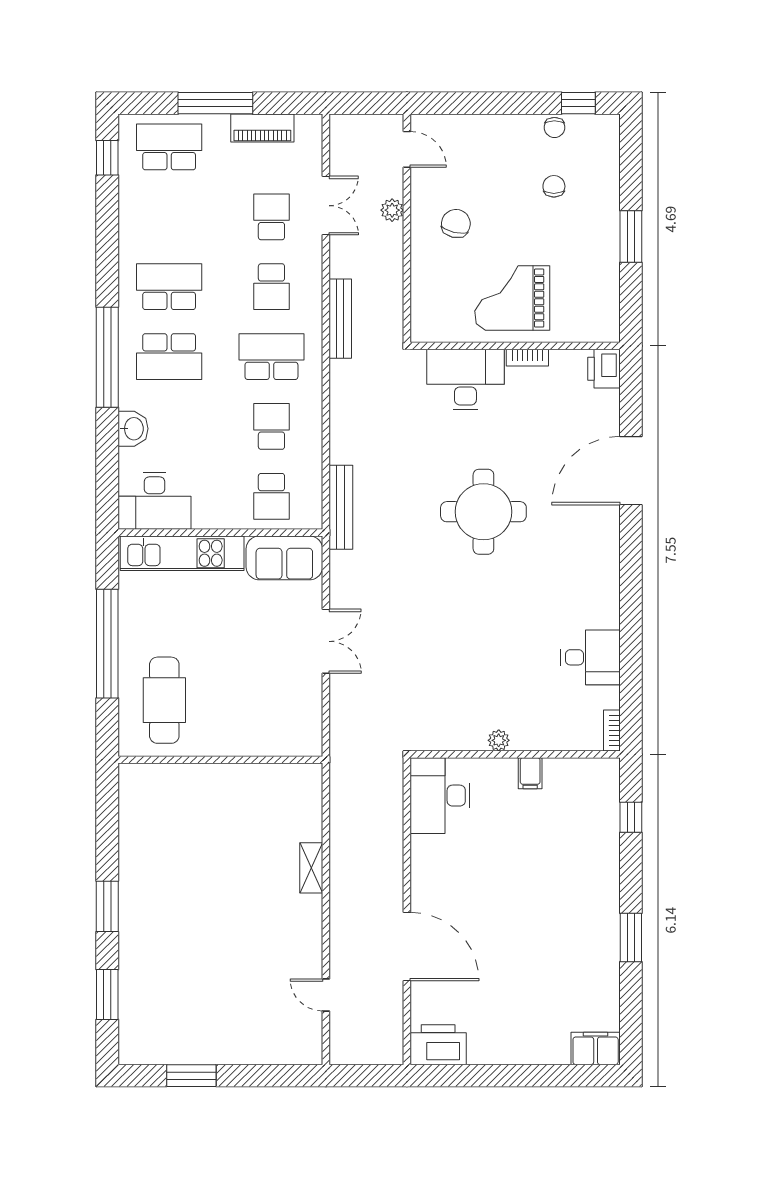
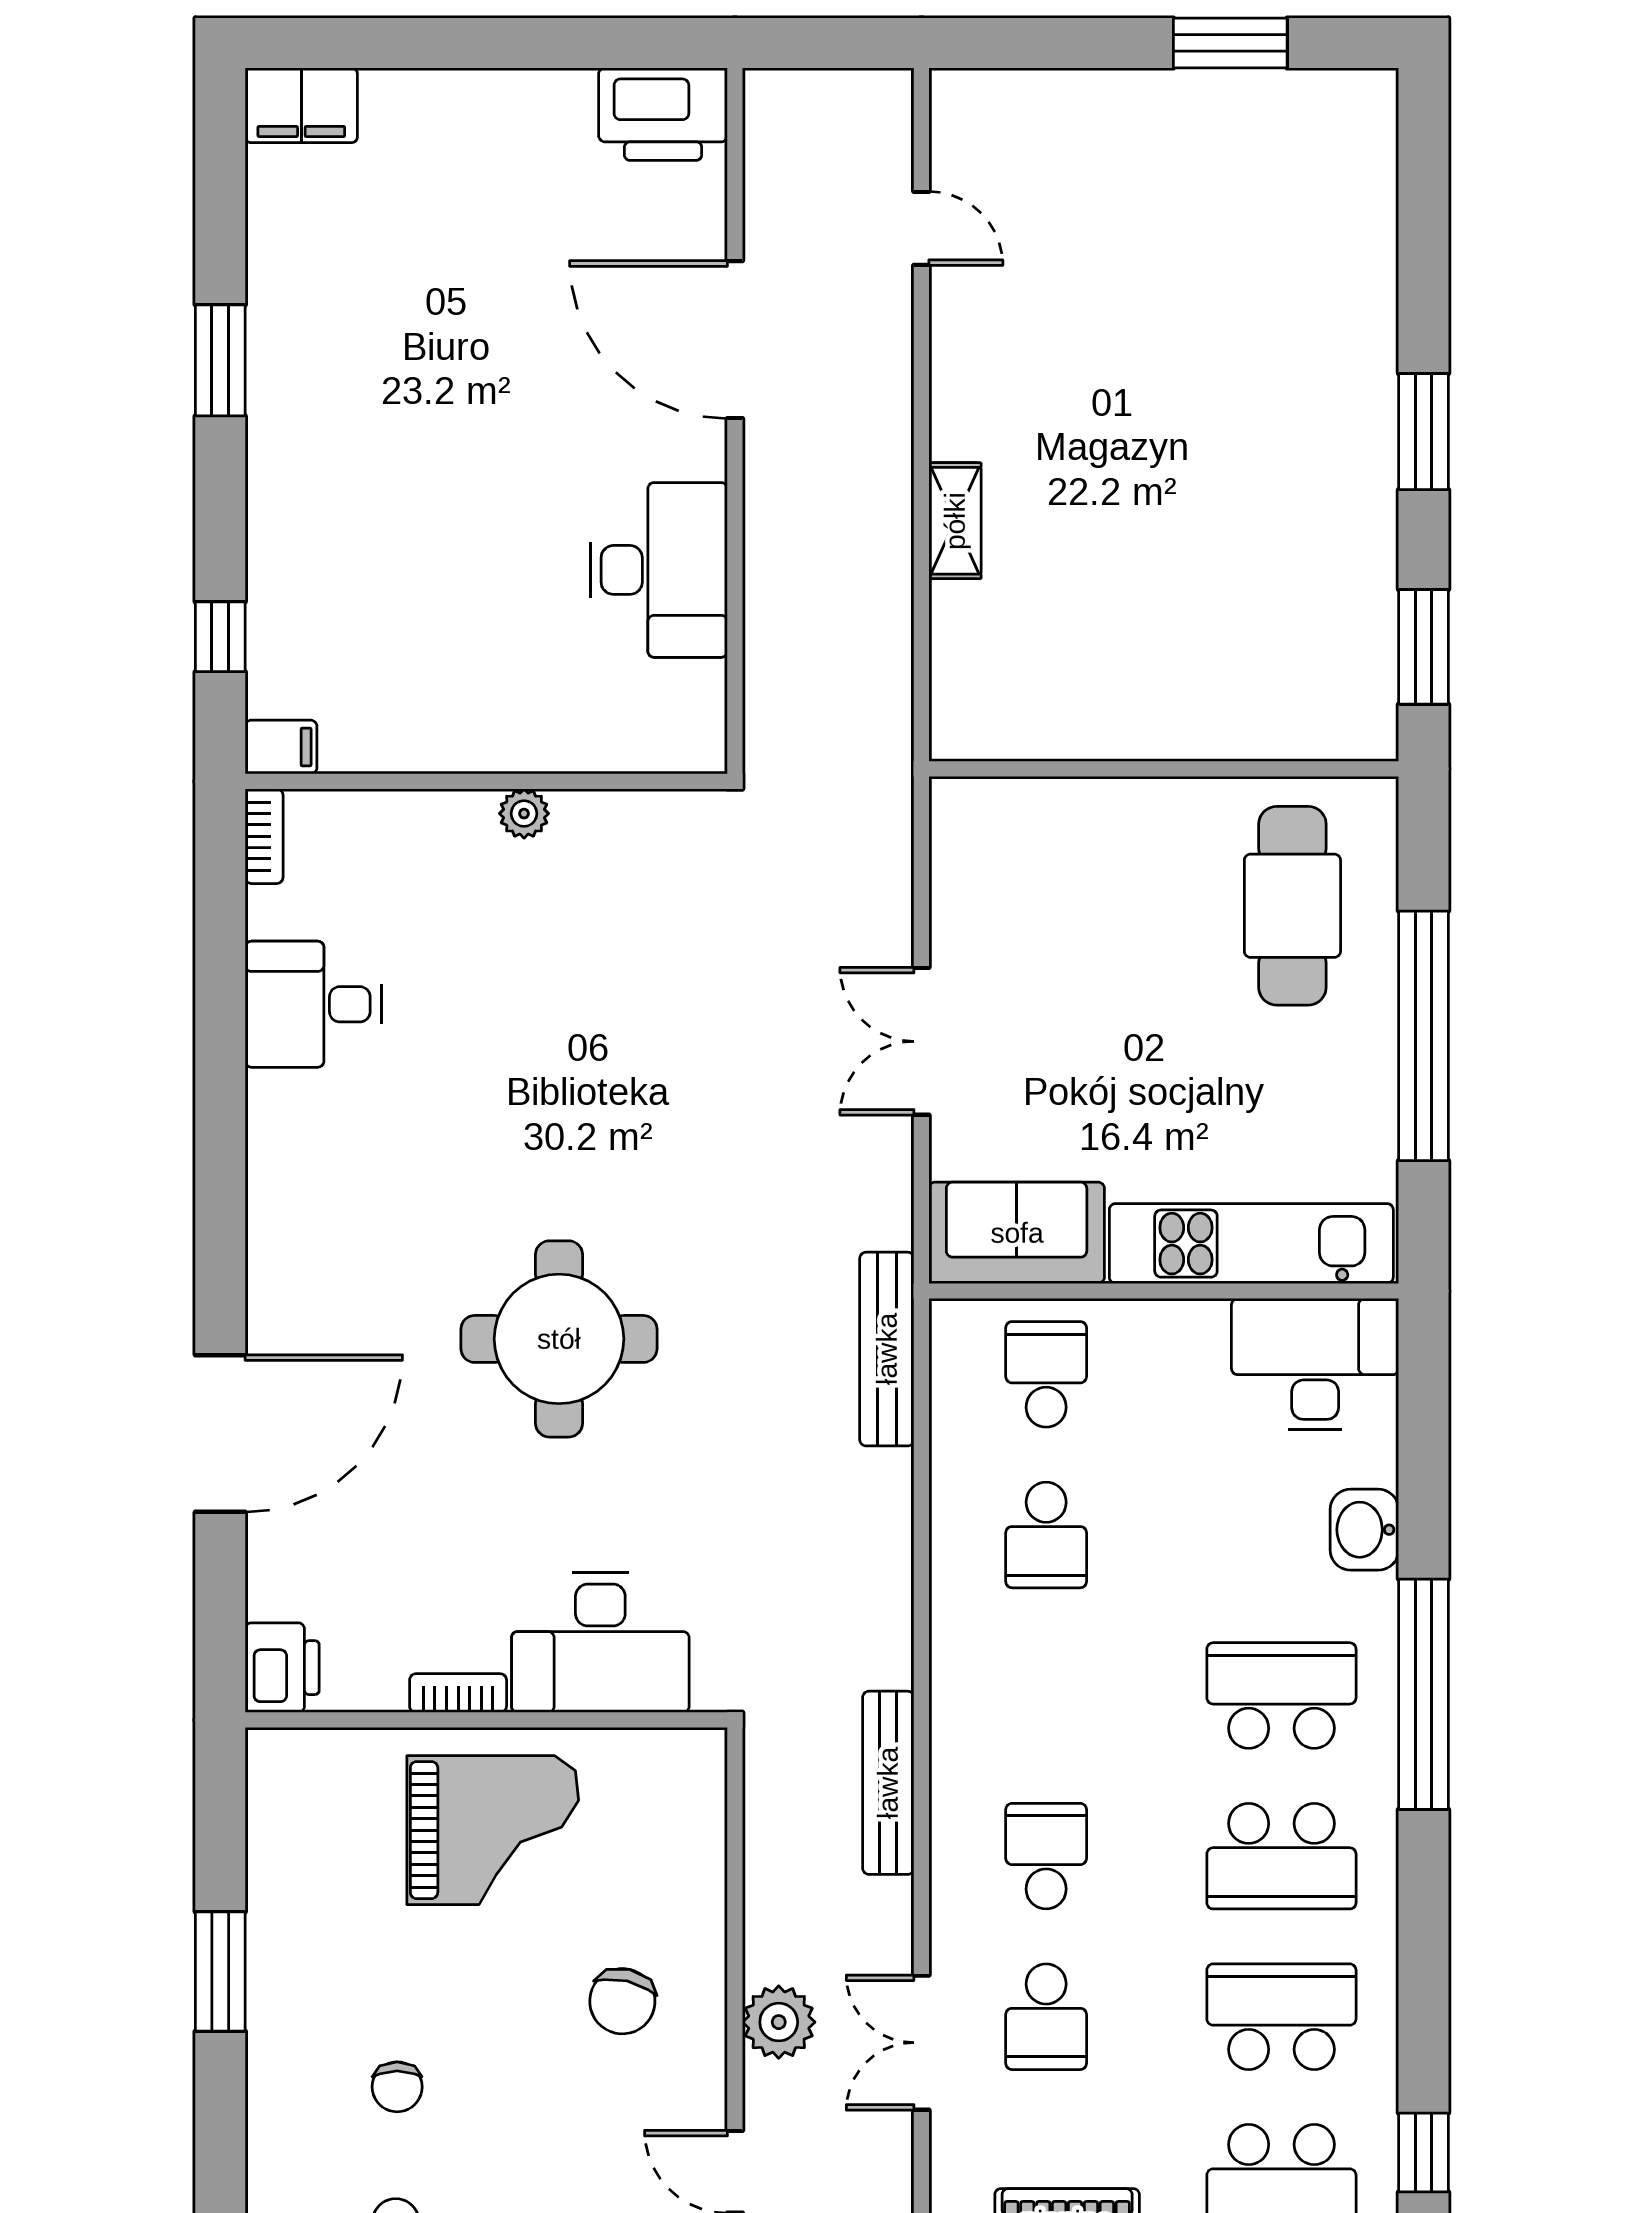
plant: (392, 210) -> (779, 2022), width x1.38, depth x1.38
school desk: (271, 357) -> (1281, 2017), moved, turned 180
filing cabinet: (530, 773) -> (281, 747), moved, turned 90
desk: (440, 796) -> (659, 570), moved
window: (107, 994) -> (1424, 647), moved

